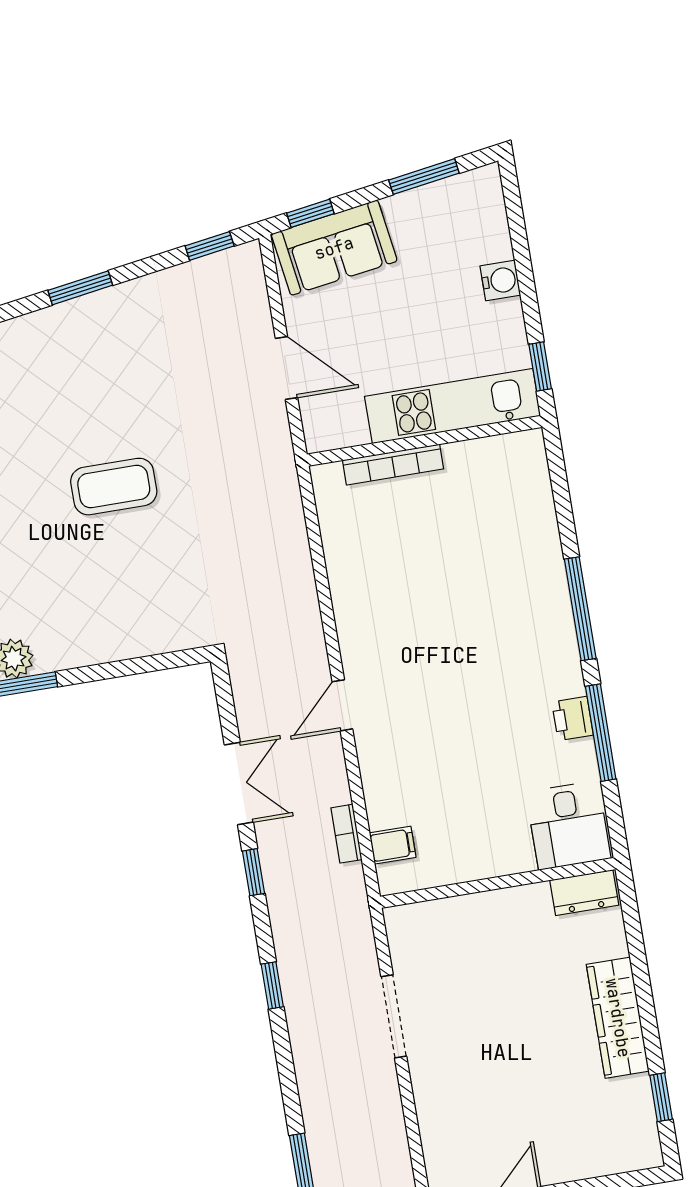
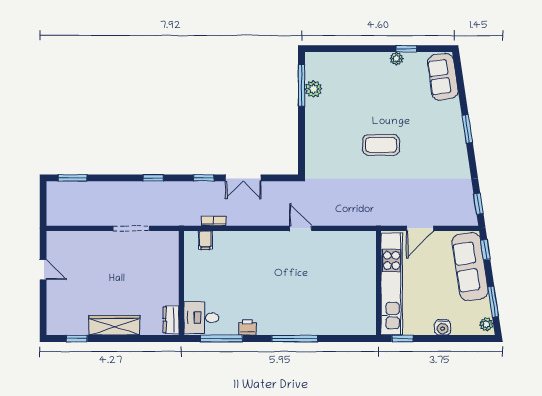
plant: (477, 184) -> (486, 324), added
sofa: (334, 248) -> (470, 266), width x1.36
window: (80, 288) -> (467, 129), moved
kitchen unit: (453, 406) -> (392, 284), width x1.36
bookcase: (393, 465) -> (370, 268), removed
coffee table: (114, 487) -> (381, 145), turned 90
door: (342, 705) -> (301, 228), moved
window: (601, 733) -> (221, 338), moved

